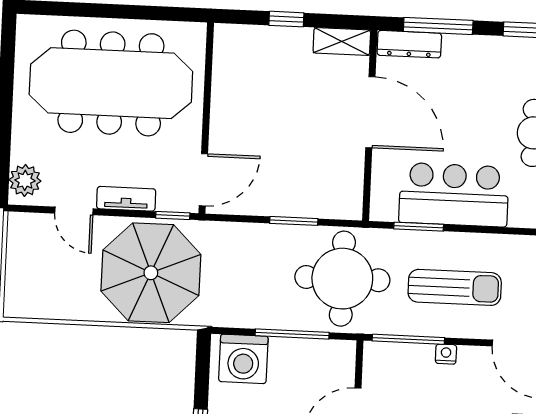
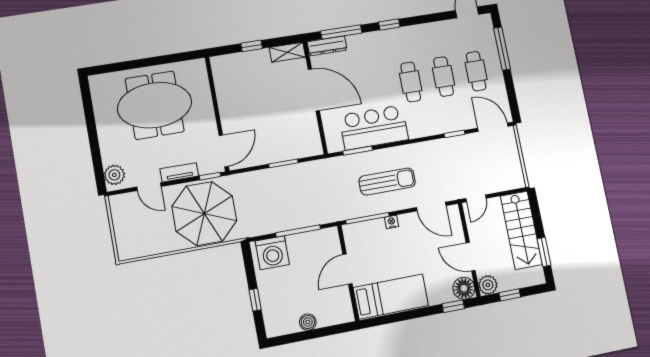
meeting table: (111, 83) -> (155, 105), width x0.73
round table: (342, 279) -> (320, 191), removed

